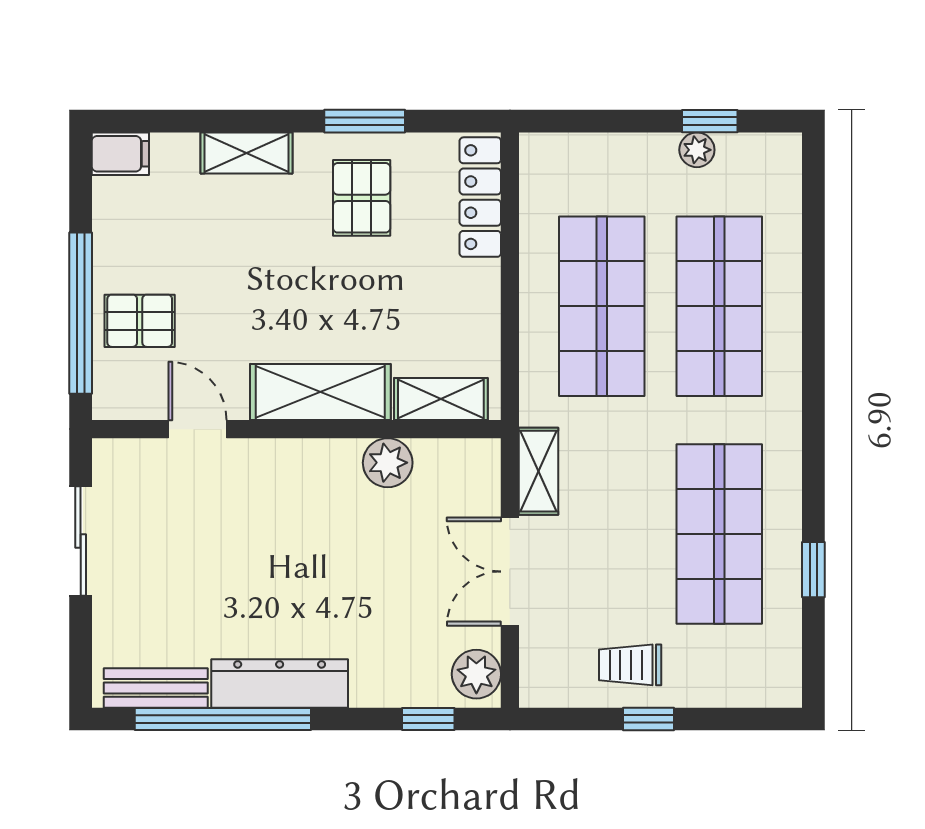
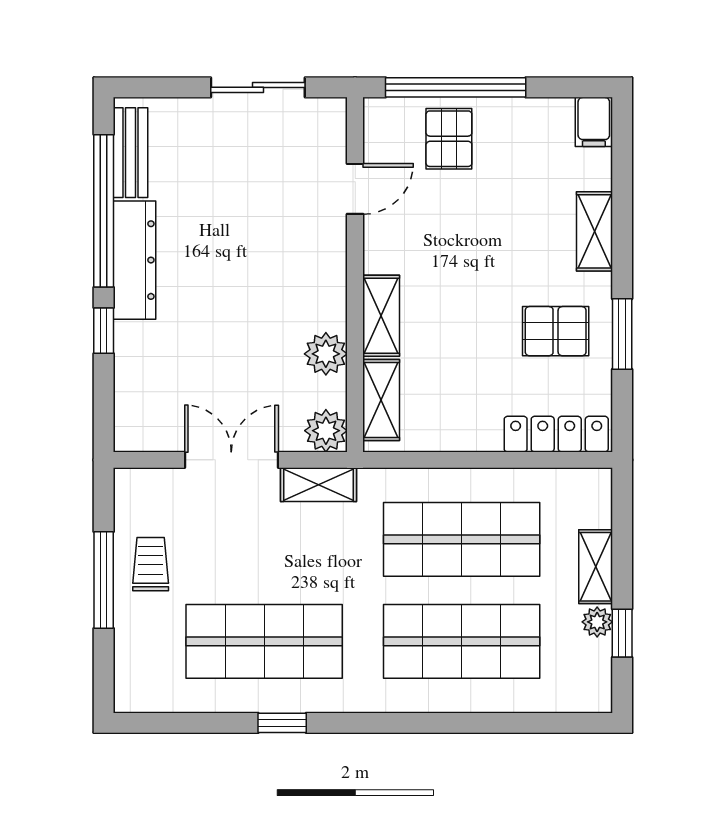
shelving: (633, 152) -> (596, 567), added
shelving: (320, 392) -> (381, 316), width x0.67, depth x0.75
window: (813, 570) -> (282, 723), moved
plant: (476, 674) -> (326, 431), moved
window: (428, 719) -> (104, 331), moved
window: (649, 719) -> (104, 580), width x2.17

